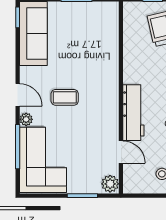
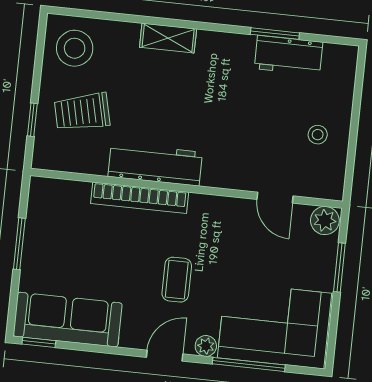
bookcase: (112, 70) -> (140, 198), added
workbench: (133, 113) -> (155, 164), moved
door: (121, 152) -> (275, 198), swing flipped

